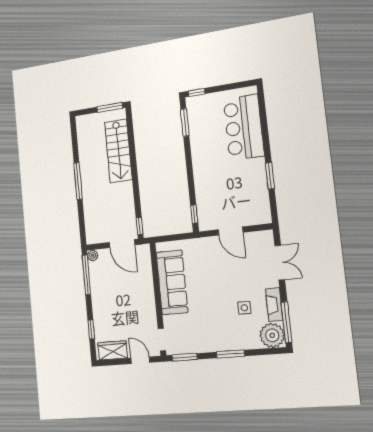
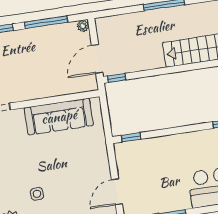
door: (230, 231) -> (117, 192), moved
window: (86, 275) -> (46, 22), moved

